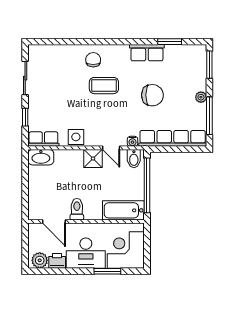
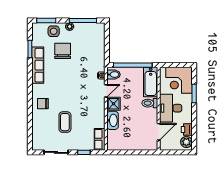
row of seats: (147, 53) -> (38, 65), width x1.48
coffee table: (104, 86) -> (65, 122), moved
chair: (152, 95) -> (63, 51), moved
side table: (76, 137) -> (54, 31), moved
row of seats: (173, 138) -> (99, 47), removed
washbasin: (41, 157) -> (113, 120), moved
toilet: (77, 209) -> (150, 103), moved
desk: (86, 253) -> (171, 108), moved, turned 180

